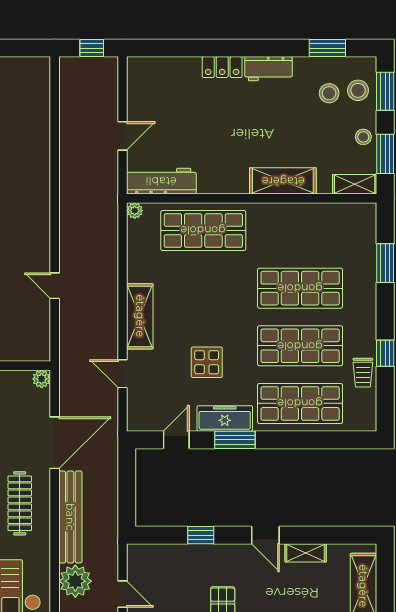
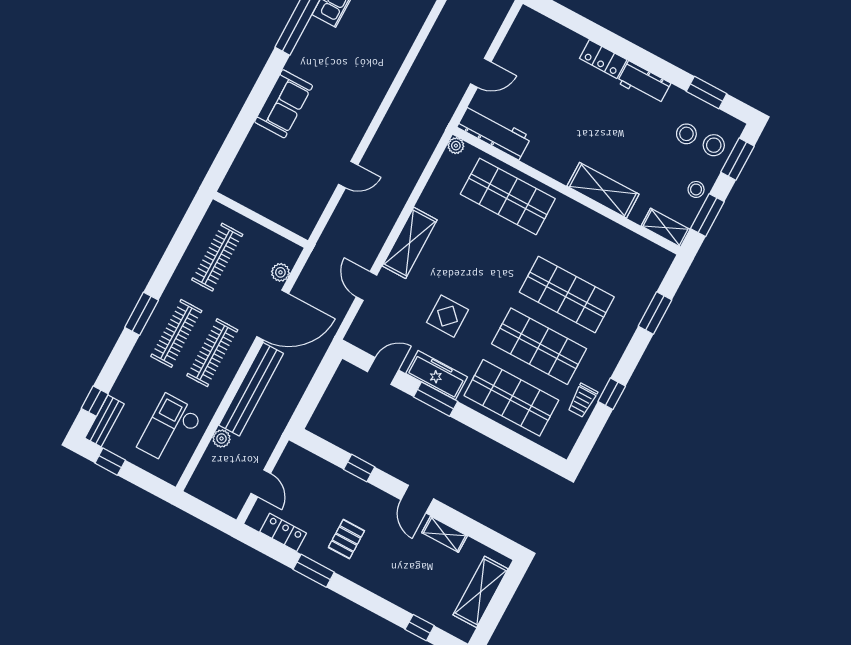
door: (55, 286) -> (348, 175), swing flipped
plant: (42, 379) -> (280, 272), moved
plant: (75, 581) -> (222, 439), width x0.53, depth x0.53

